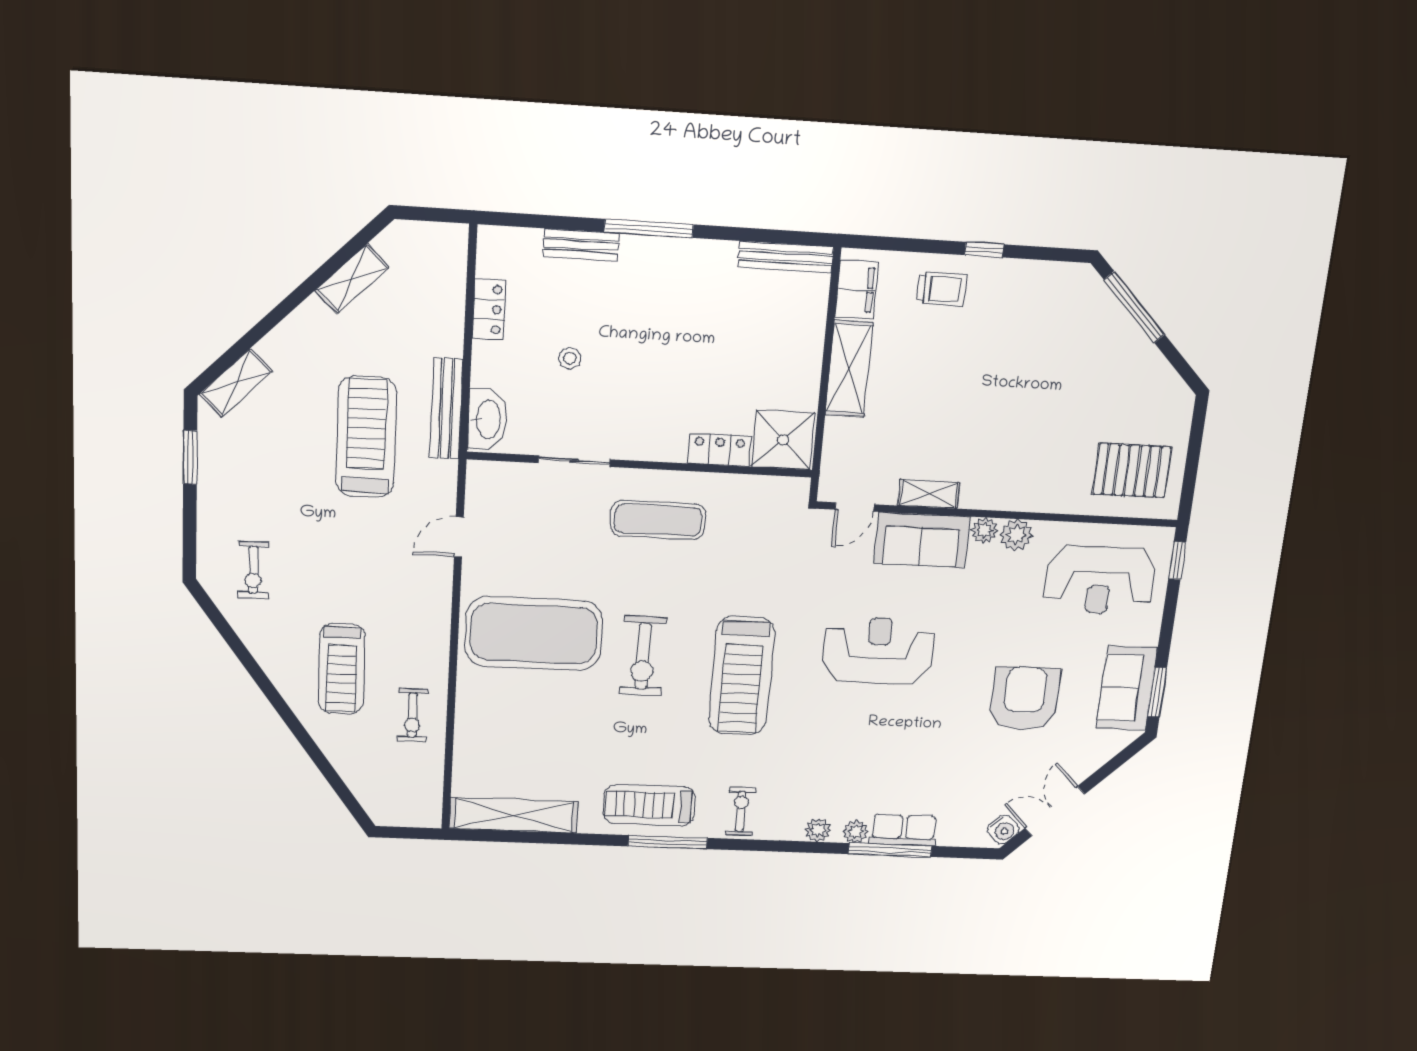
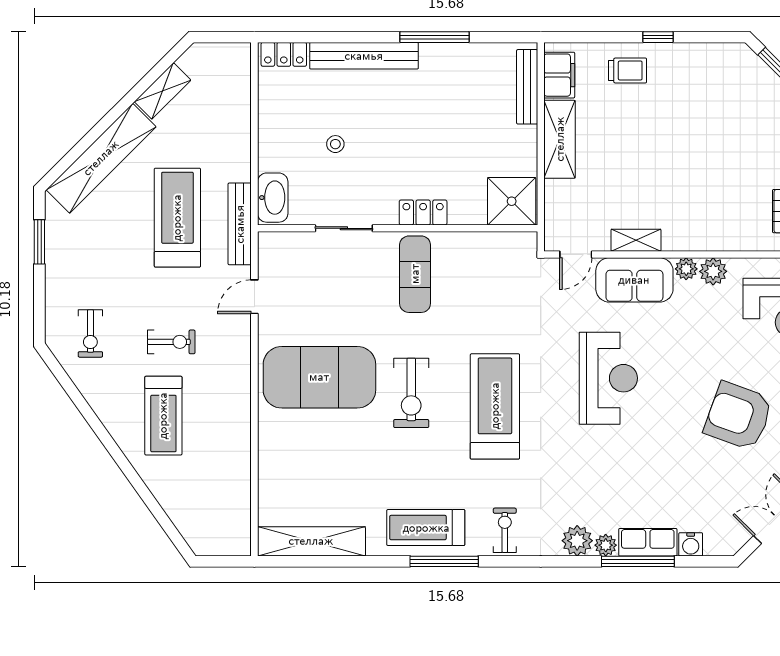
window: (649, 228) -> (434, 37), moved
bench: (581, 245) -> (364, 56), width x1.86, depth x1.21
bench: (786, 257) -> (527, 87), moved, turned 90
locker: (489, 309) -> (284, 54), moved, turned 90
shelving: (236, 383) -> (101, 158), width x2.20, depth x1.33
bench: (446, 408) -> (240, 224), moved
locker: (719, 450) -> (423, 212), moved
exercise mat: (658, 520) -> (415, 274), turned 90
reception desk: (878, 650) -> (608, 378), turned 90
treadmill: (742, 676) -> (495, 406), turned 180
armchair: (1025, 699) -> (738, 416), turned -70
exercise bike: (412, 715) -> (171, 342), moved, turned -90
plant: (818, 830) -> (577, 541), width x1.38, depth x1.38
water cooler: (1003, 830) -> (691, 544), moved, turned 45

